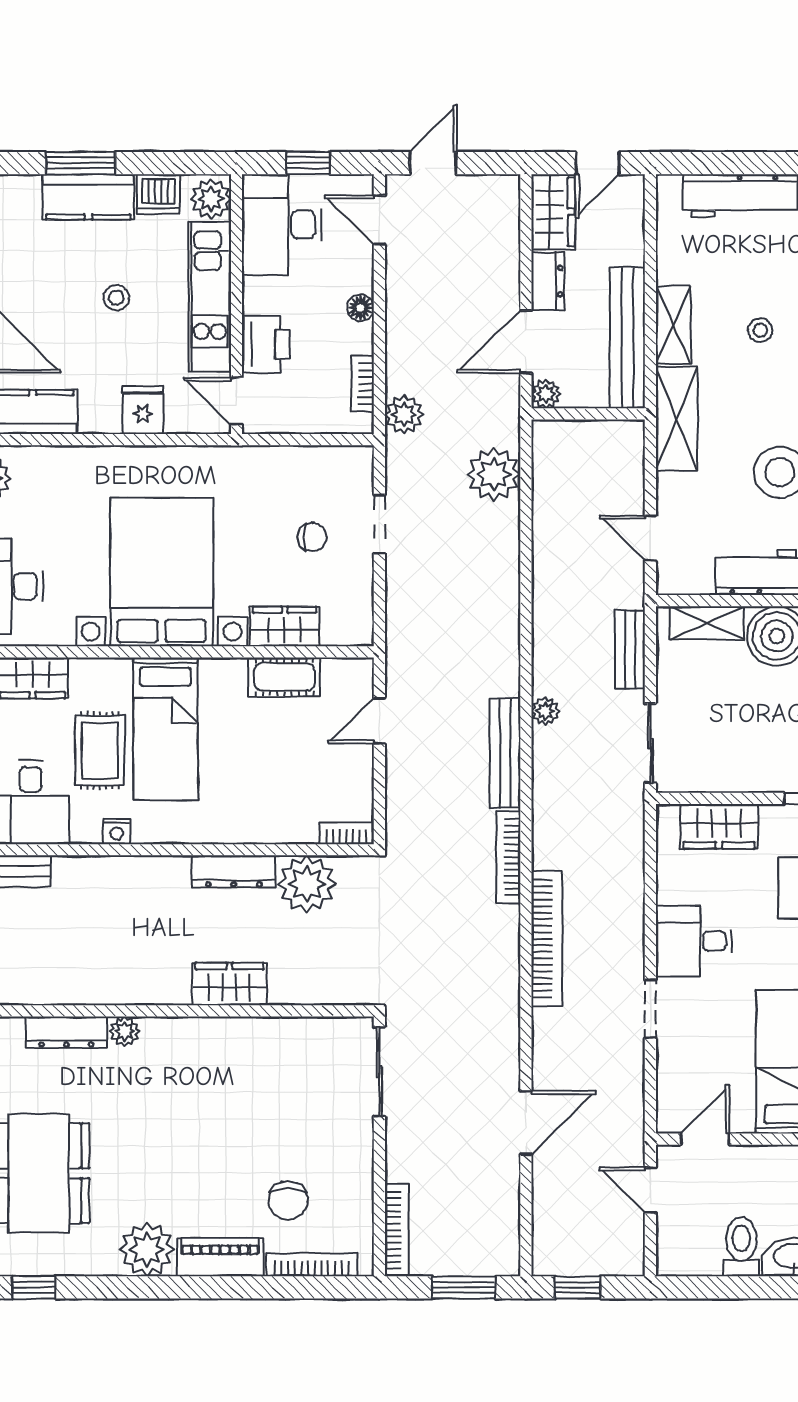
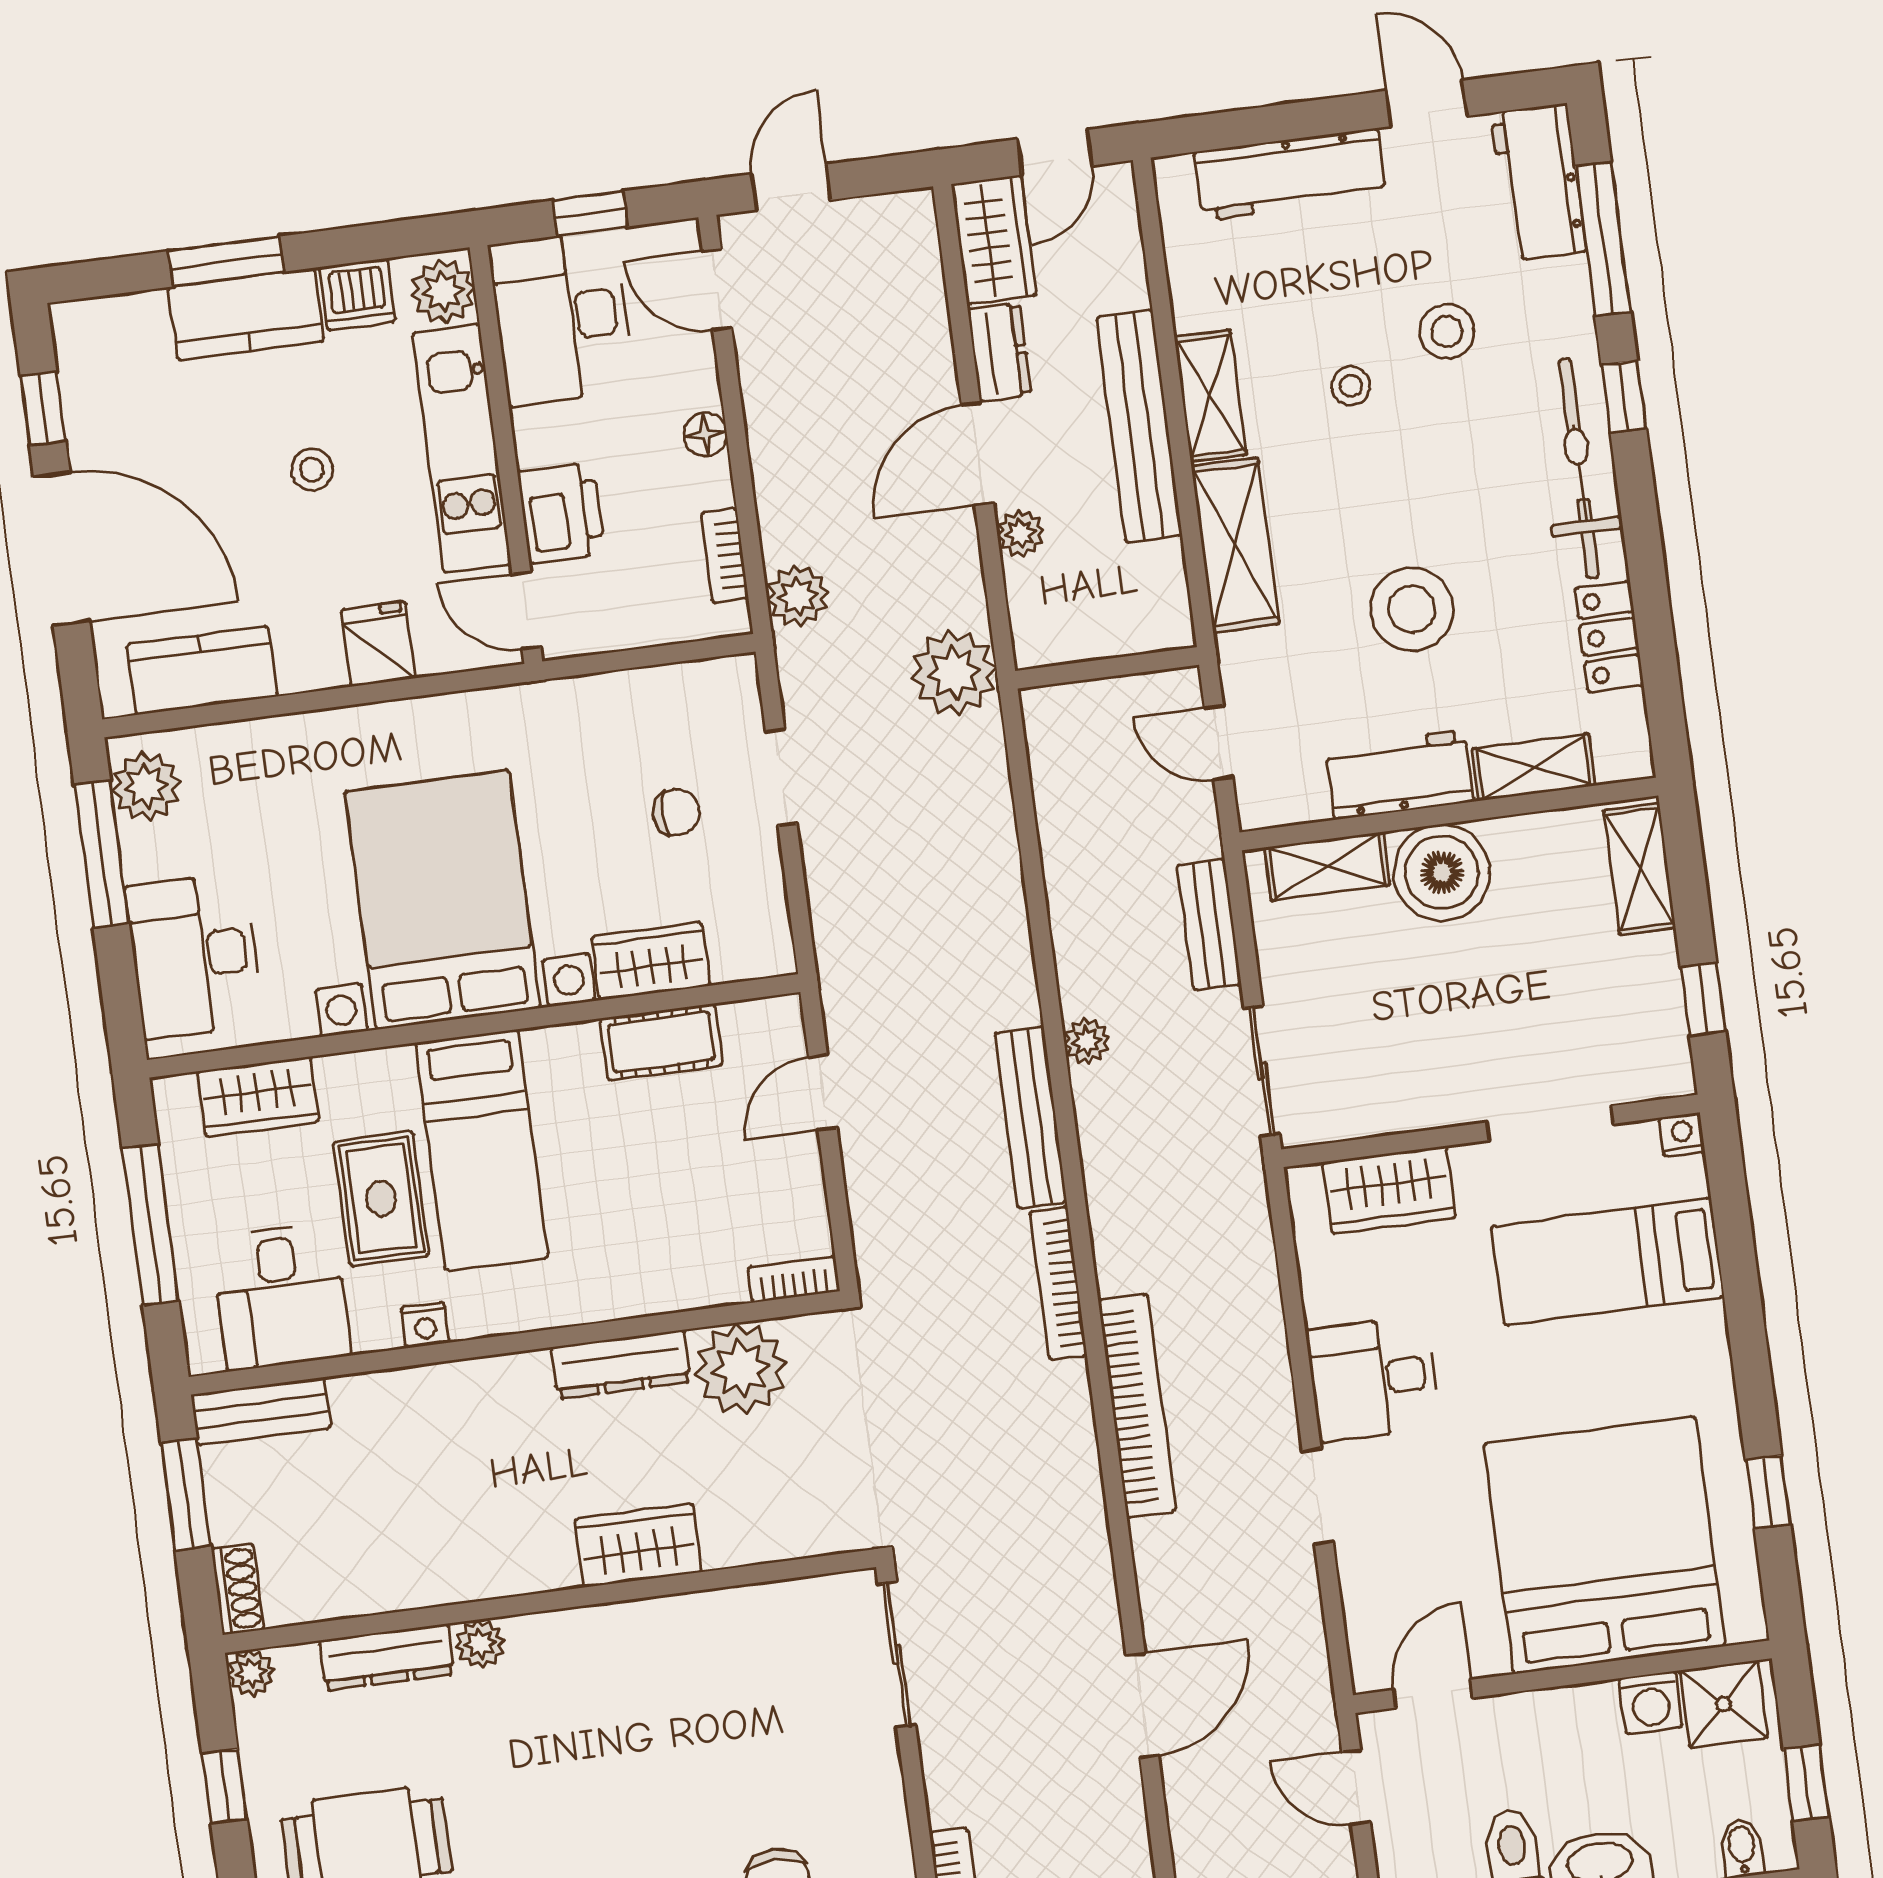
wall: (588, 414) -> (1107, 668), moved

